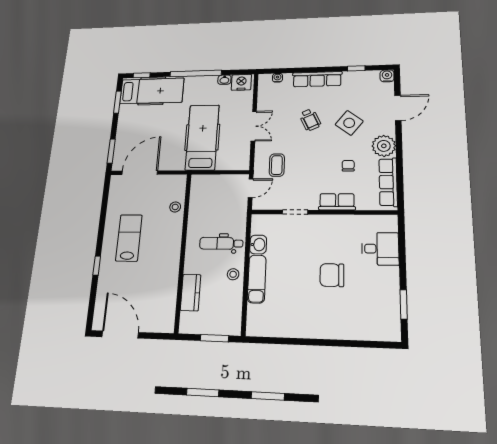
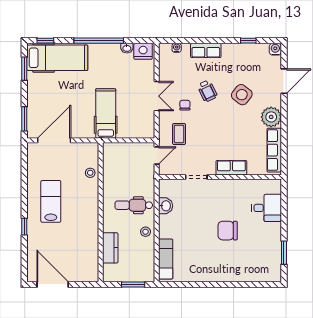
row of seats: (317, 79) -> (206, 50), width x0.68
hospital bed: (202, 137) -> (106, 114), width x0.73, depth x0.78
chair: (348, 166) -> (185, 105), moved
exam couch: (257, 279) -> (166, 259), moved

